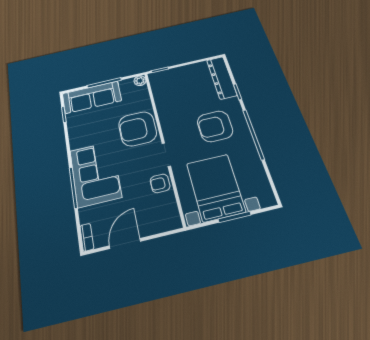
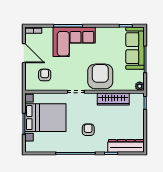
wardrobe: (164, 106) -> (113, 99), added
armchair: (215, 126) -> (88, 130), width x0.53, depth x0.53
armchair: (160, 183) -> (45, 75), moved

